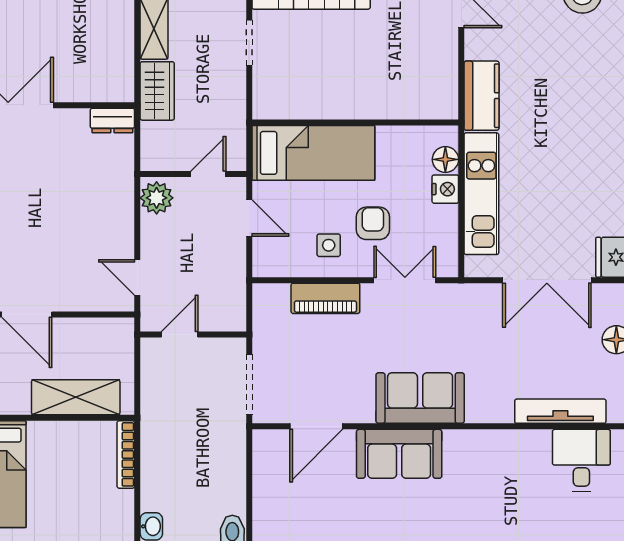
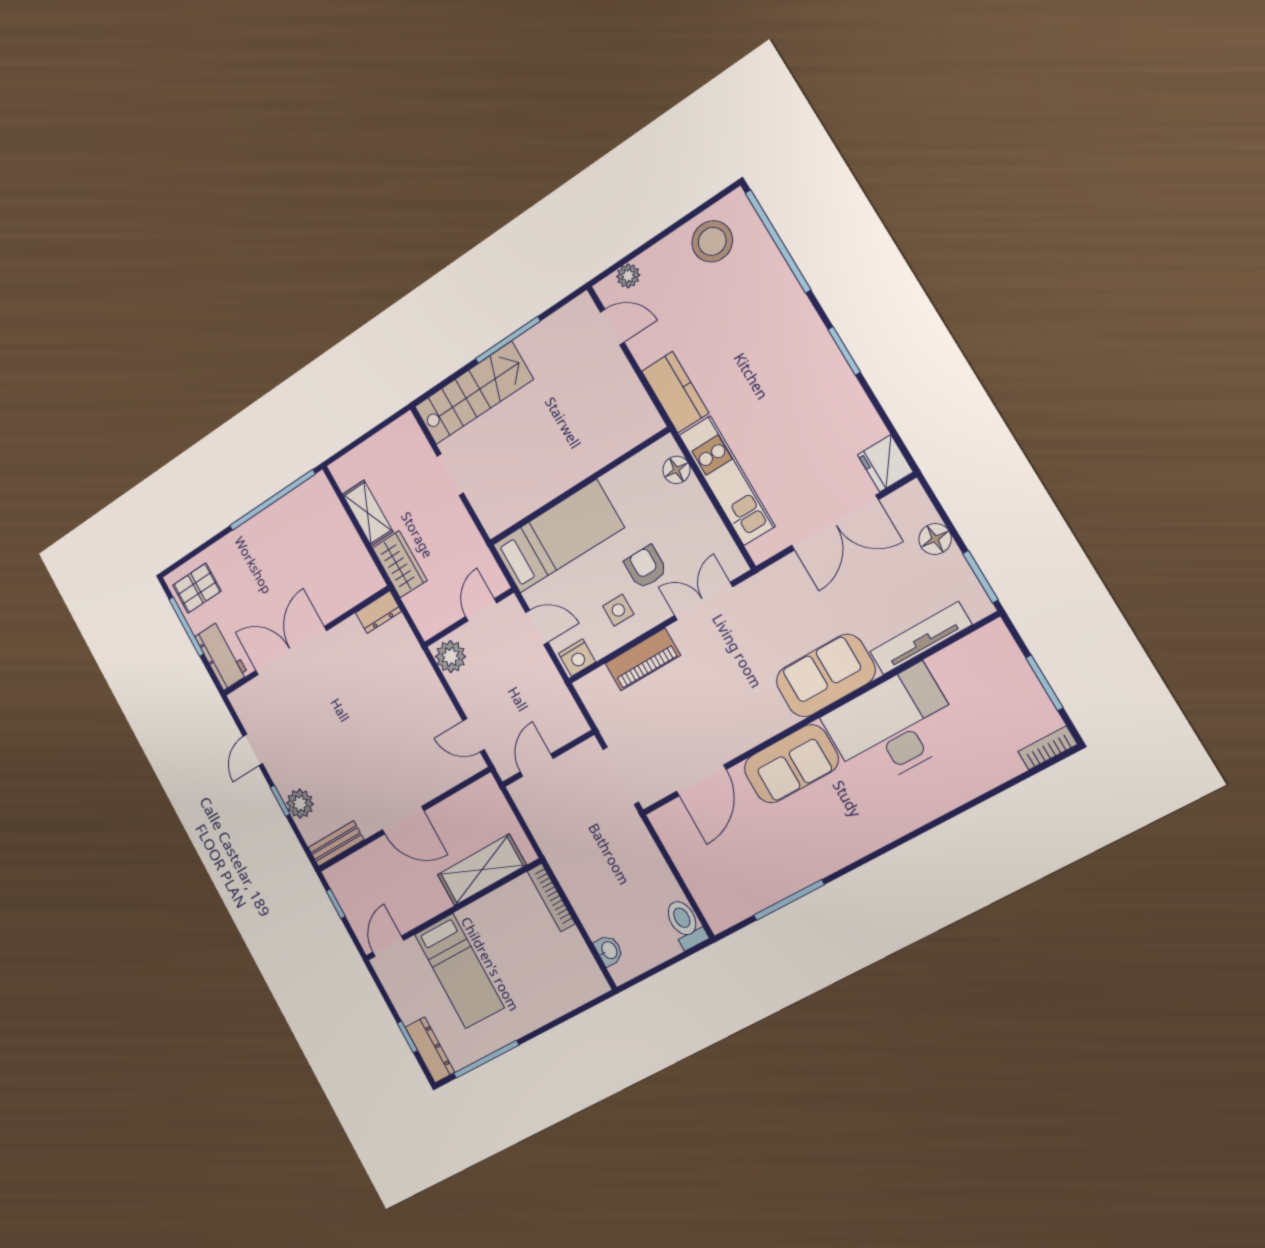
nightstand: (445, 189) -> (577, 658), moved, turned 90
sofa: (420, 398) -> (825, 676), moved
desk: (581, 460) -> (893, 727), moved, width x1.87, depth x1.30

